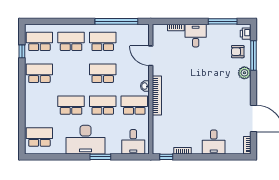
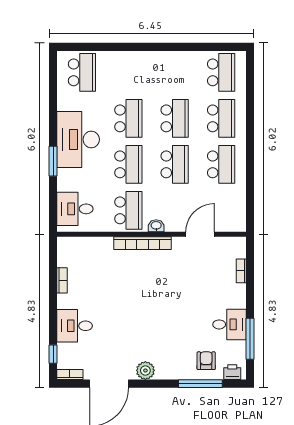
window: (116, 21) -> (250, 184), removed
desk: (196, 36) -> (229, 324), moved
window: (22, 51) -> (206, 47), removed
school desk: (39, 73) -> (175, 118), moved
plant: (244, 73) -> (145, 370), moved
window: (166, 157) -> (53, 354), moved

